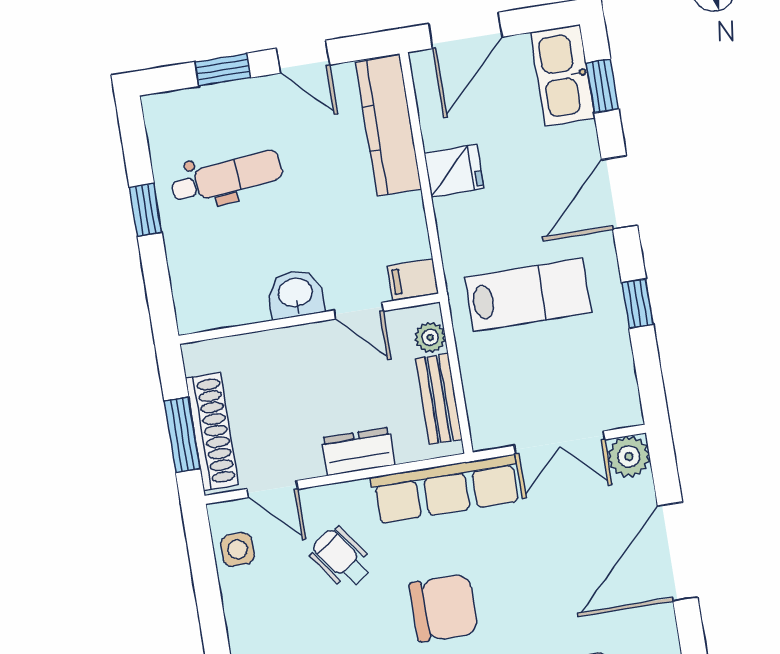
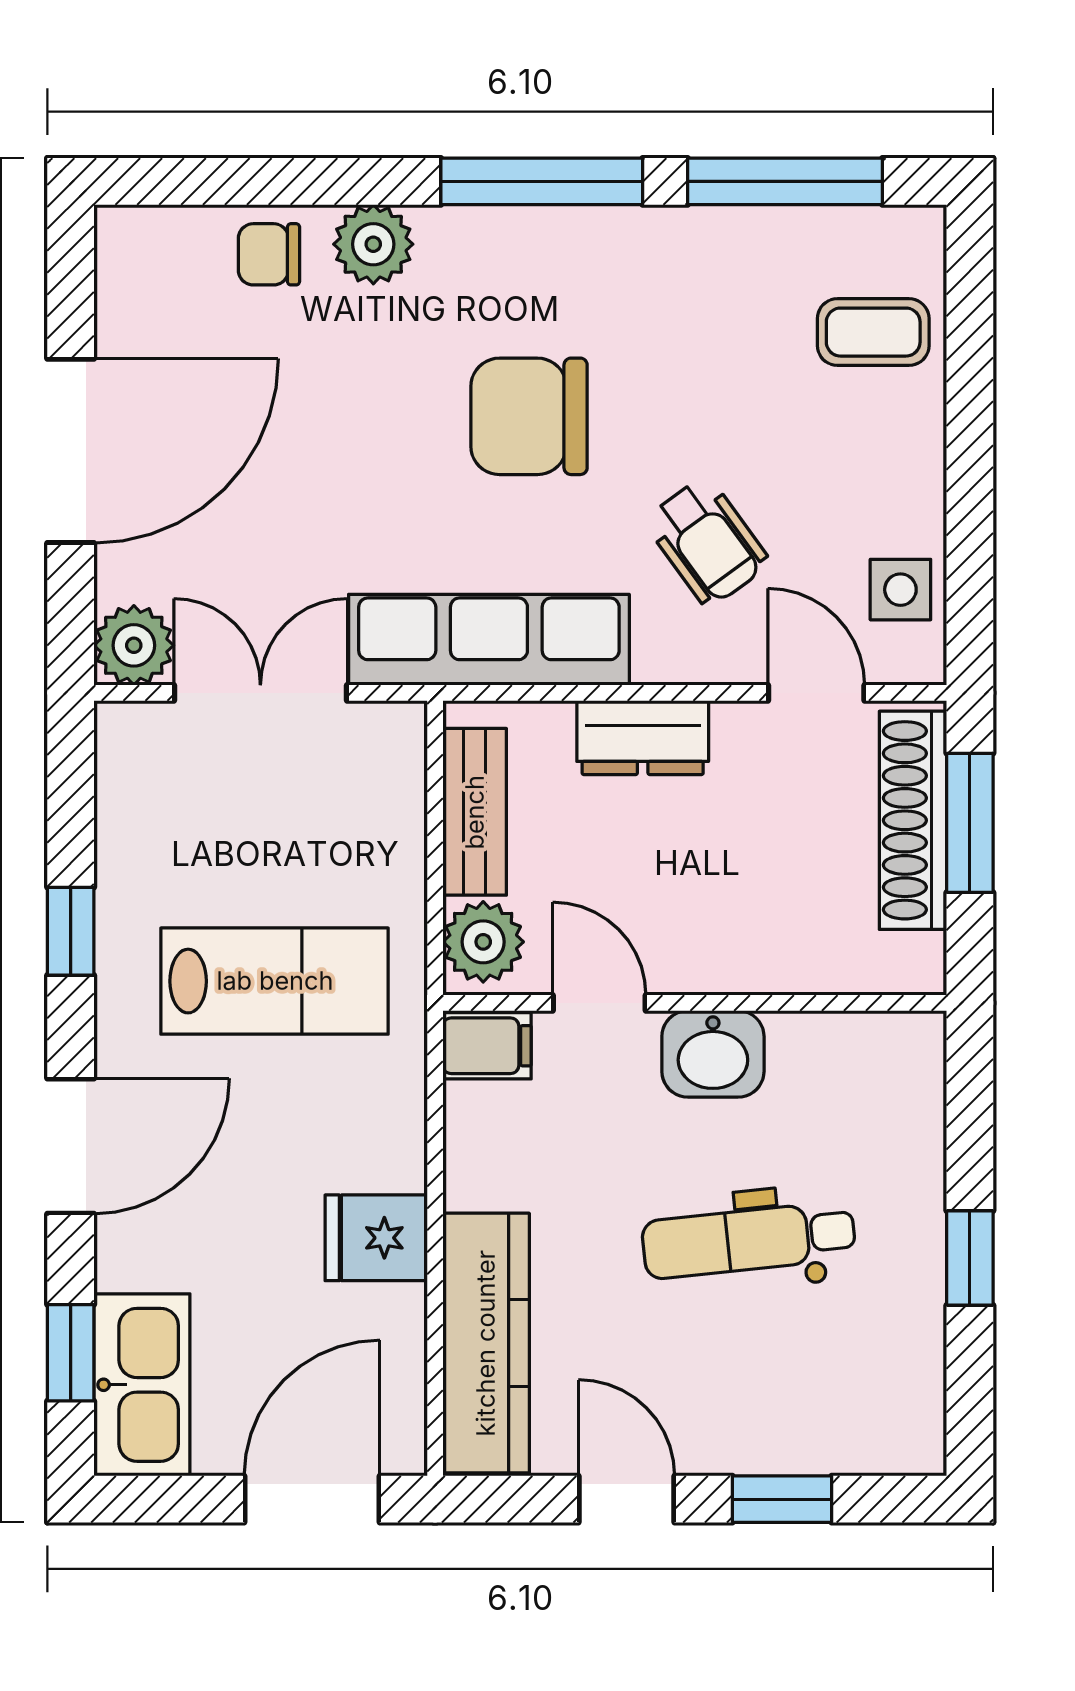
dental chair: (227, 177) -> (749, 1240), moved
lab bench: (528, 295) -> (275, 981), turned 180
plant: (430, 337) -> (483, 942), width x1.38, depth x1.38

